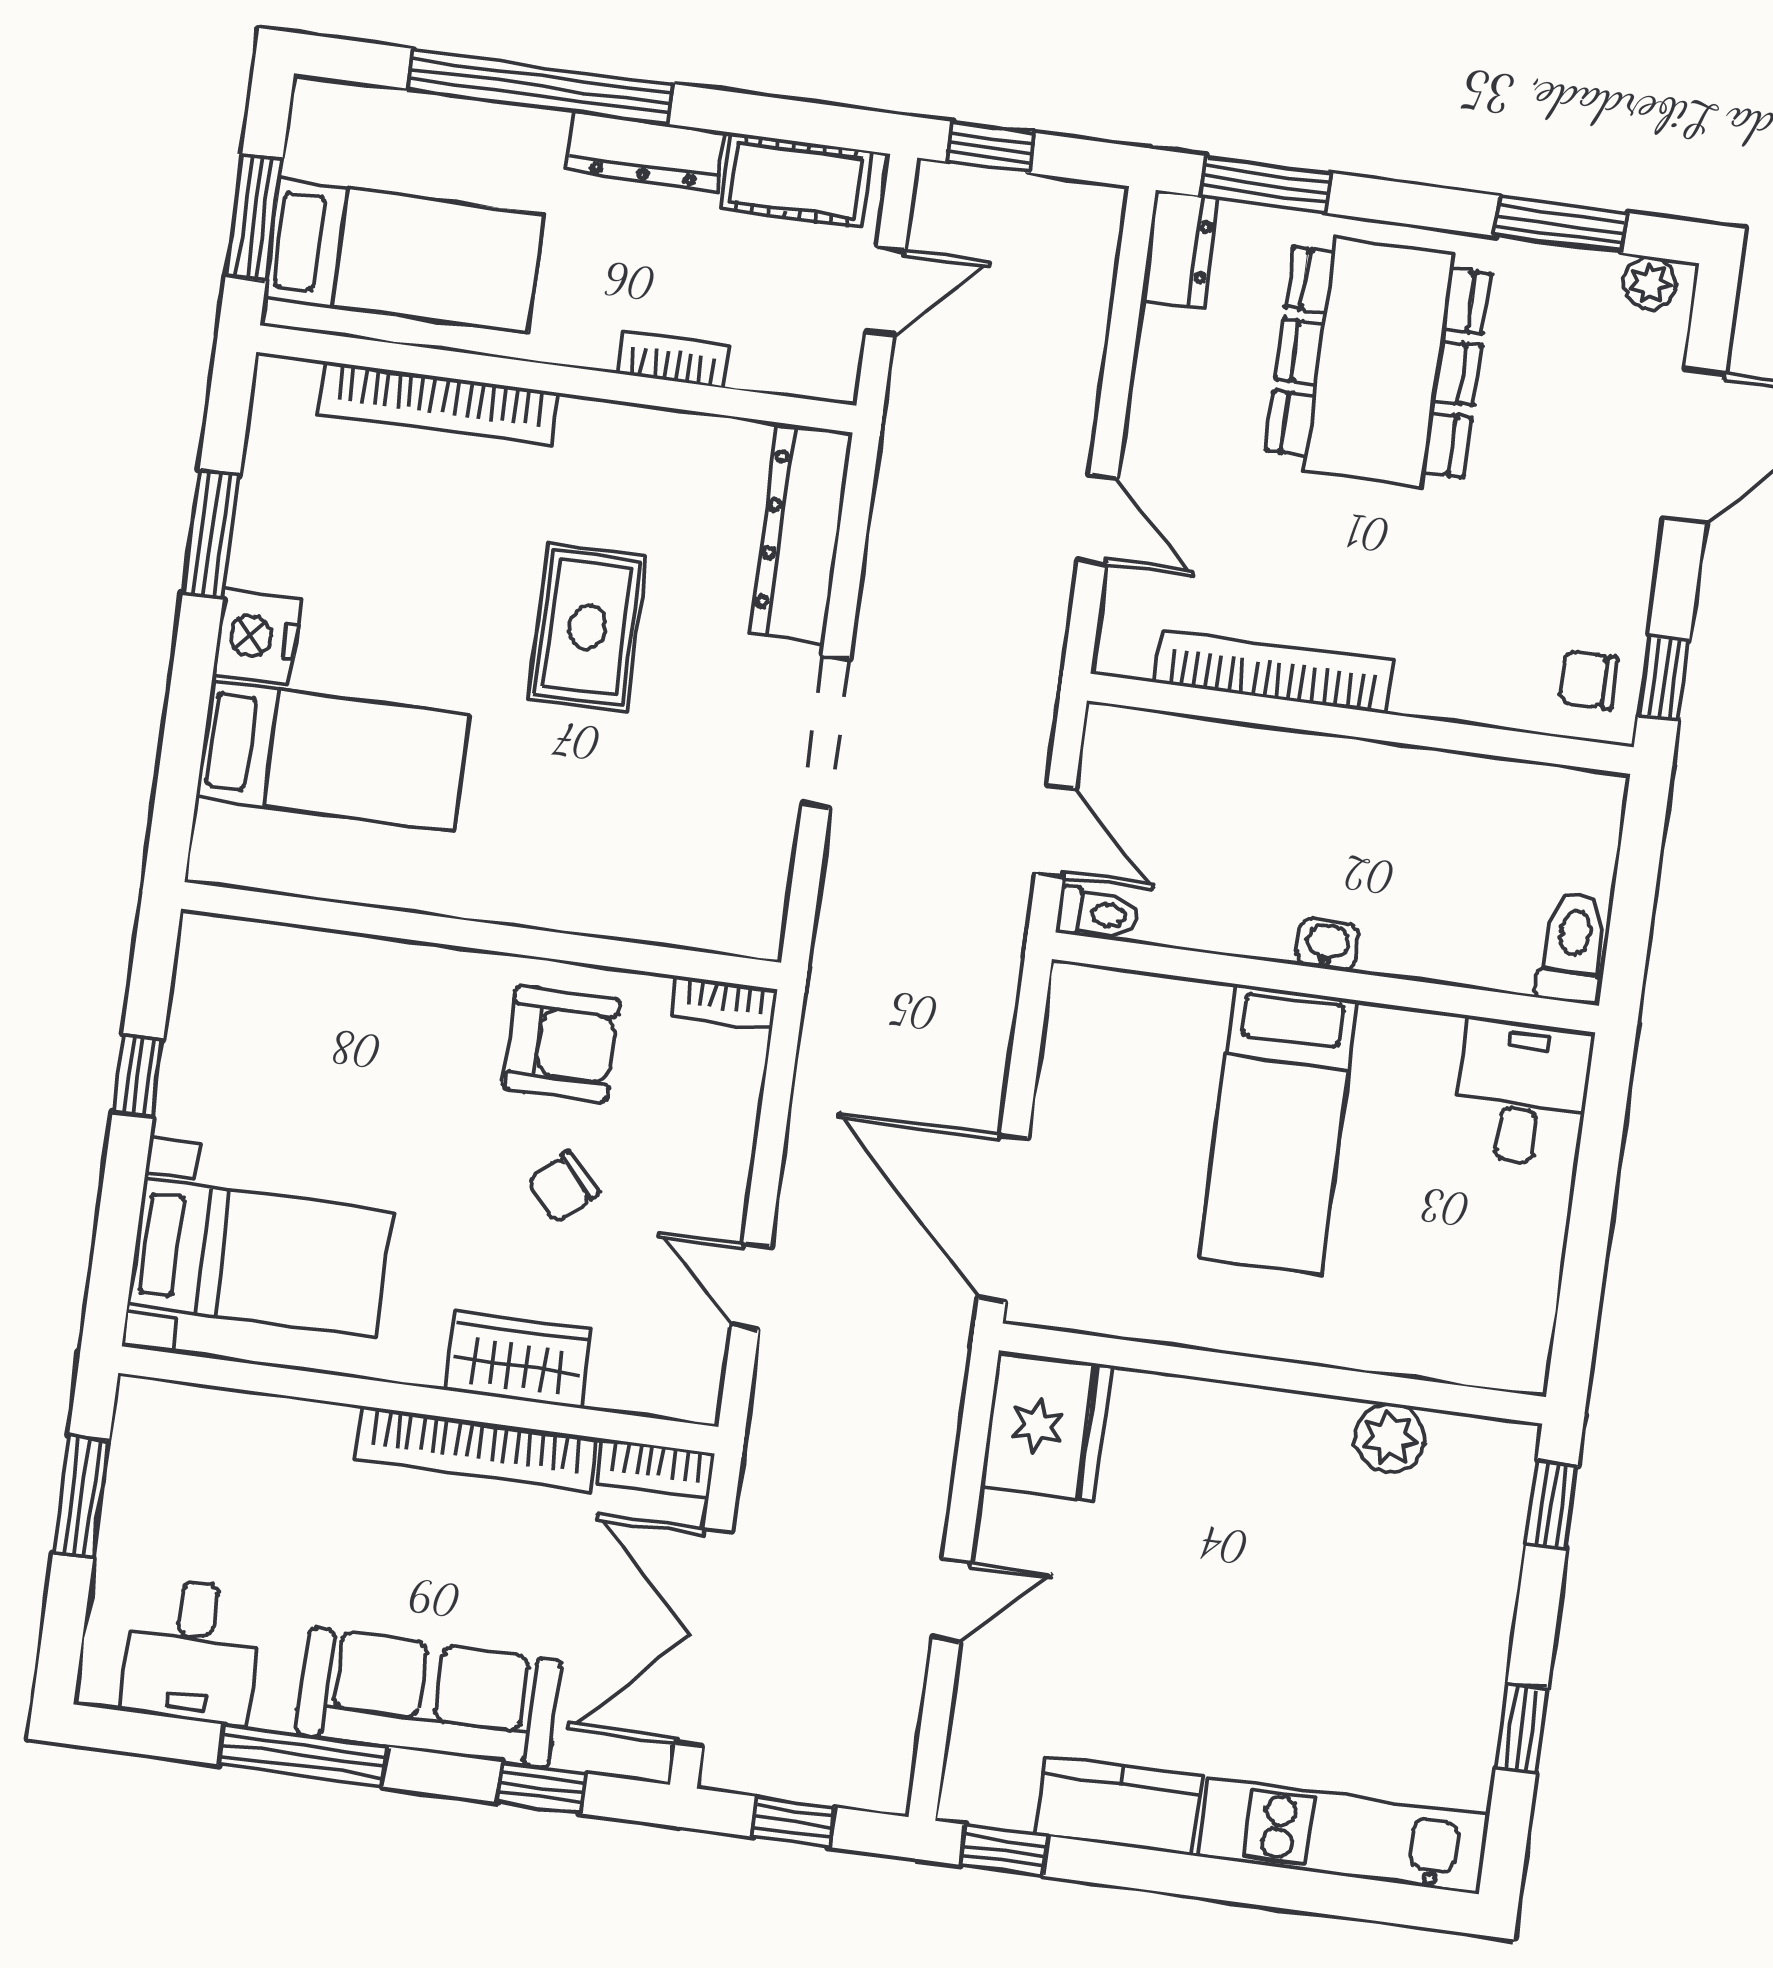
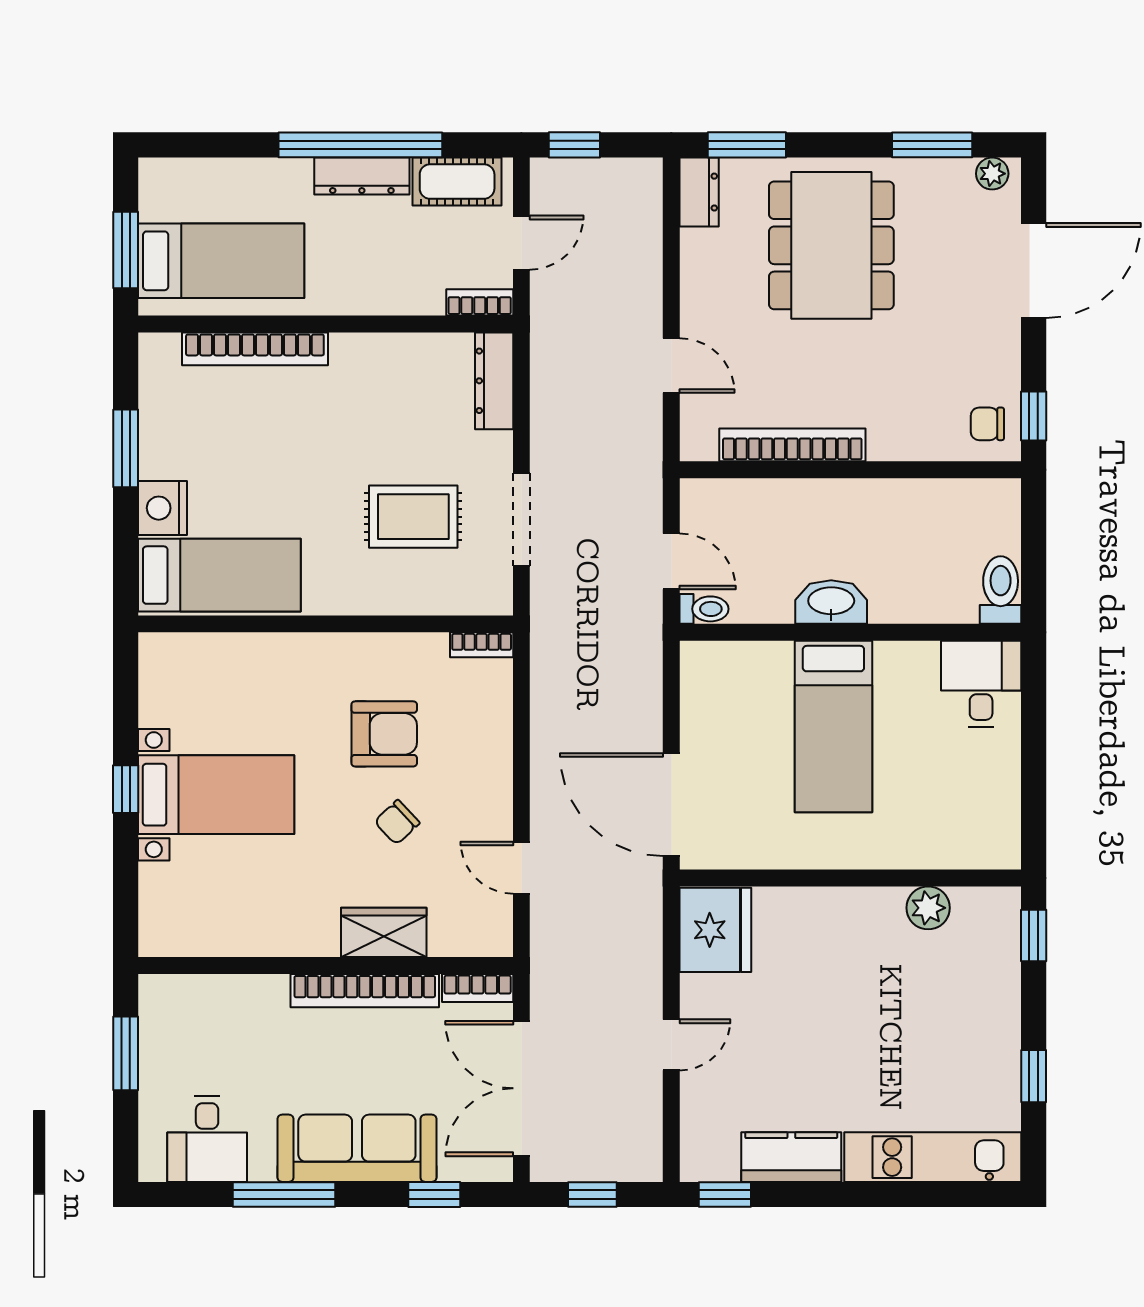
window: (540, 86) -> (360, 145), moved
bookcase: (673, 359) -> (480, 302), moved
dresser: (801, 533) -> (494, 381), width x0.73, depth x0.80
rug: (587, 627) -> (413, 517), moved, turned 90
wall: (481, 936) -> (326, 624), moved
washbasin: (1327, 945) -> (831, 602), width x1.91, depth x1.45
bookcase: (725, 1003) -> (482, 645), moved
bed with nightstands: (260, 1258) -> (216, 795), moved

